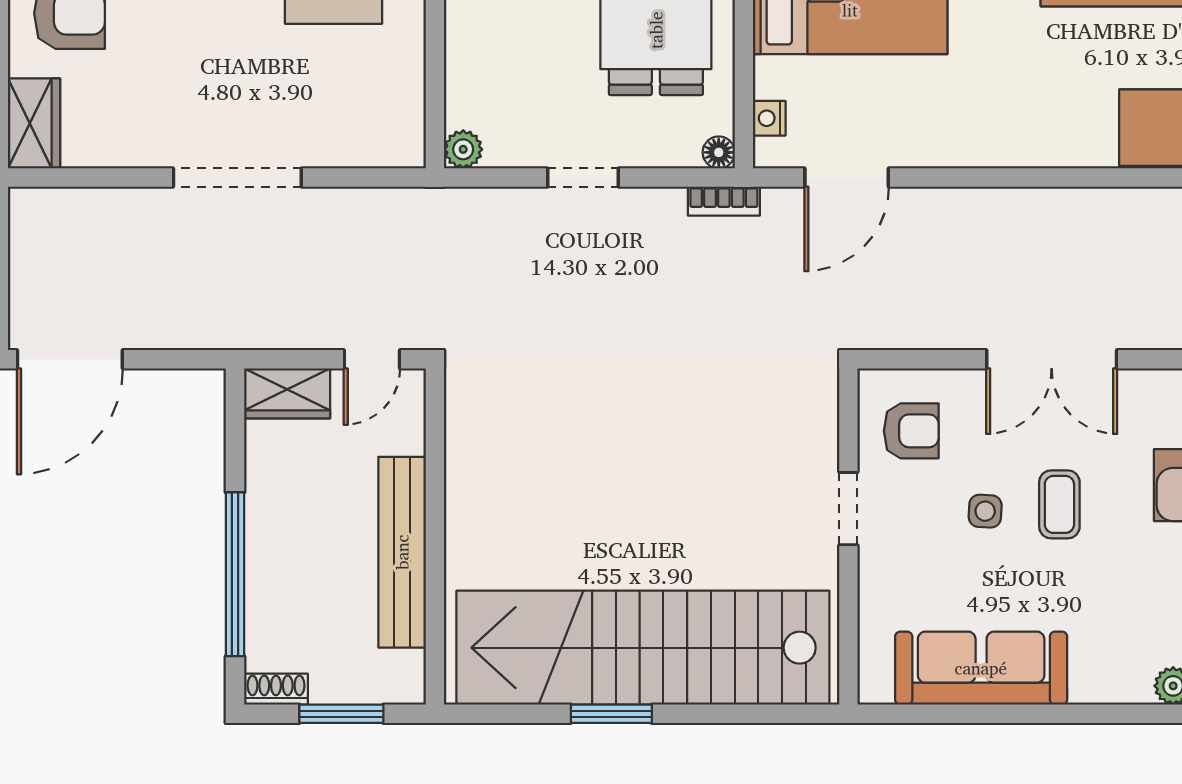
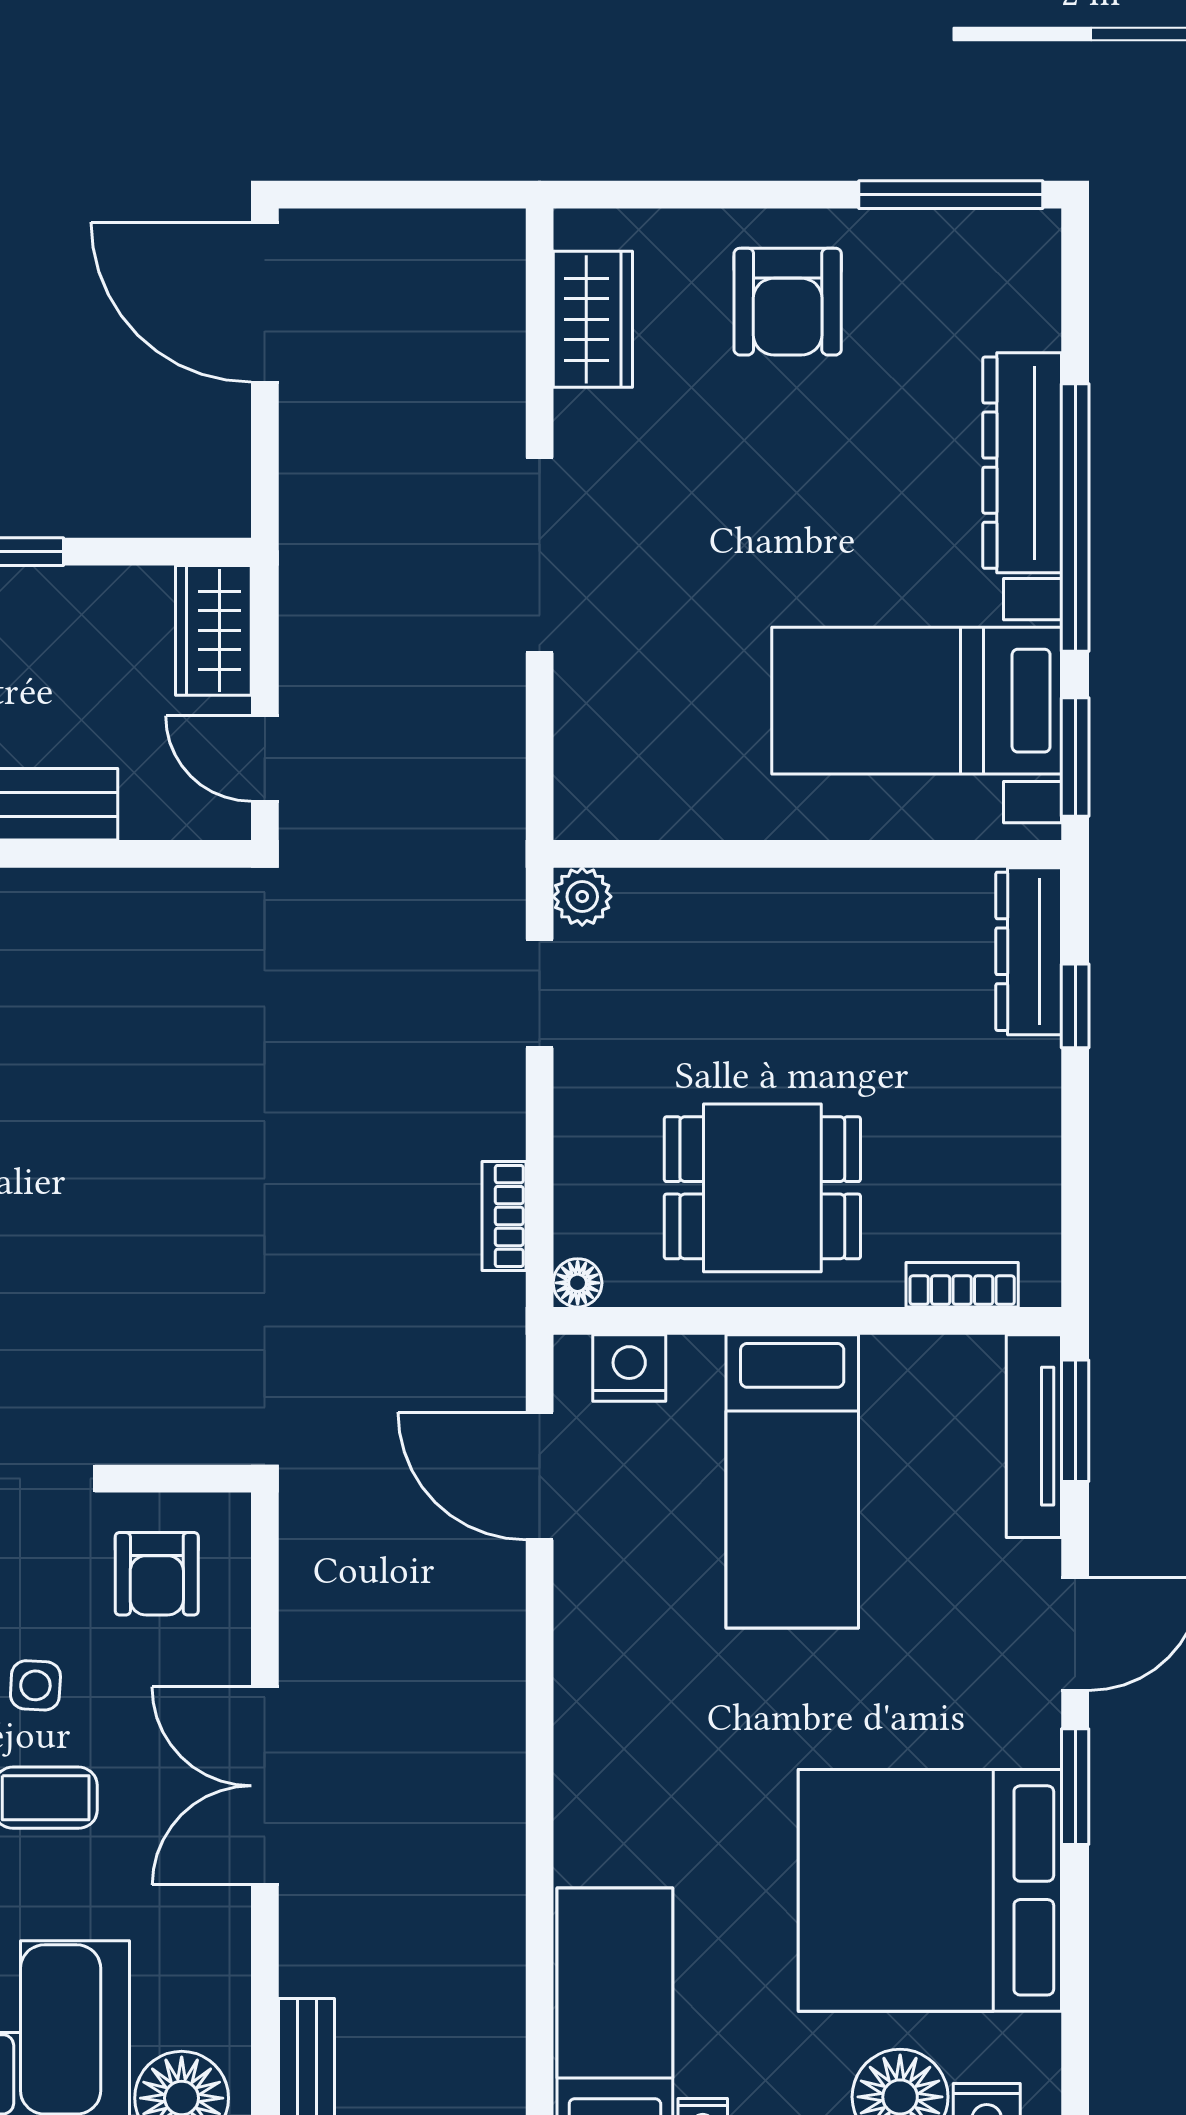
nightstand: (769, 118) -> (629, 1368), width x1.39, depth x1.35
wardrobe: (34, 123) -> (593, 319), moved, turned -90
doorway: (583, 178) -> (540, 994), moved
bookcase: (724, 201) -> (504, 1216), moved

